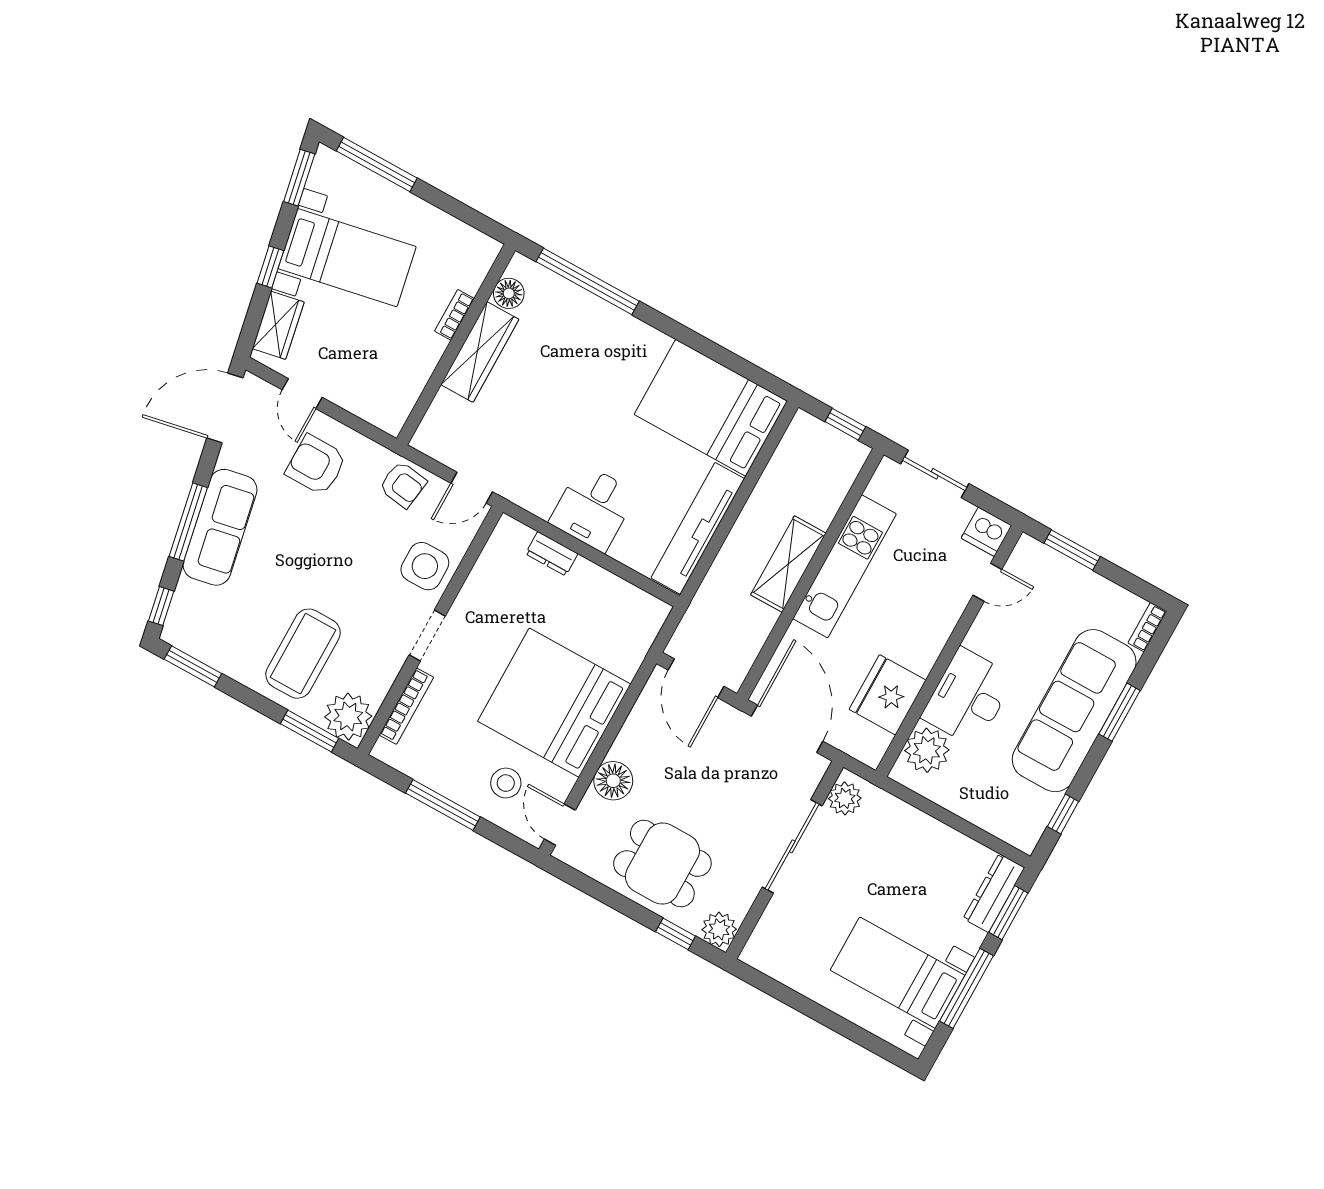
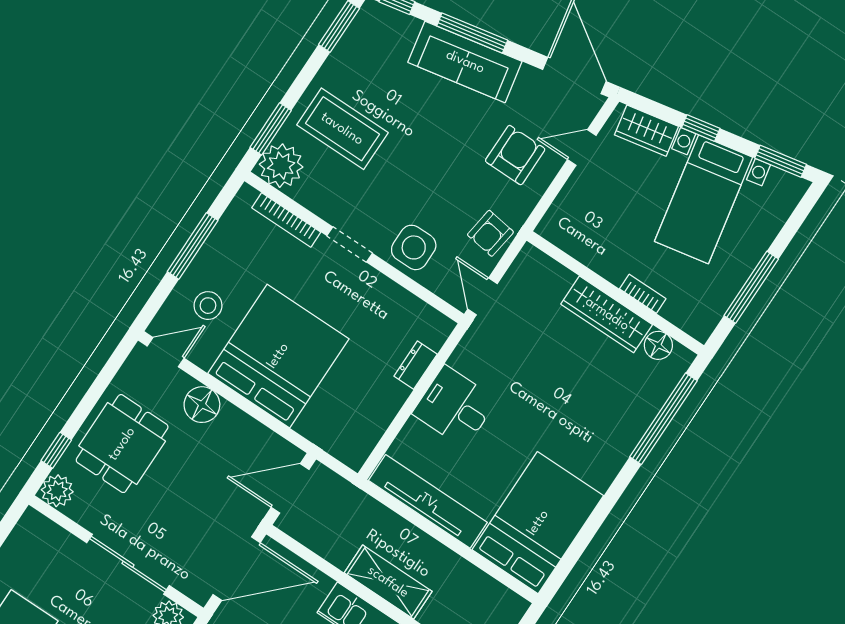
window: (377, 164) -> (751, 287), moved

